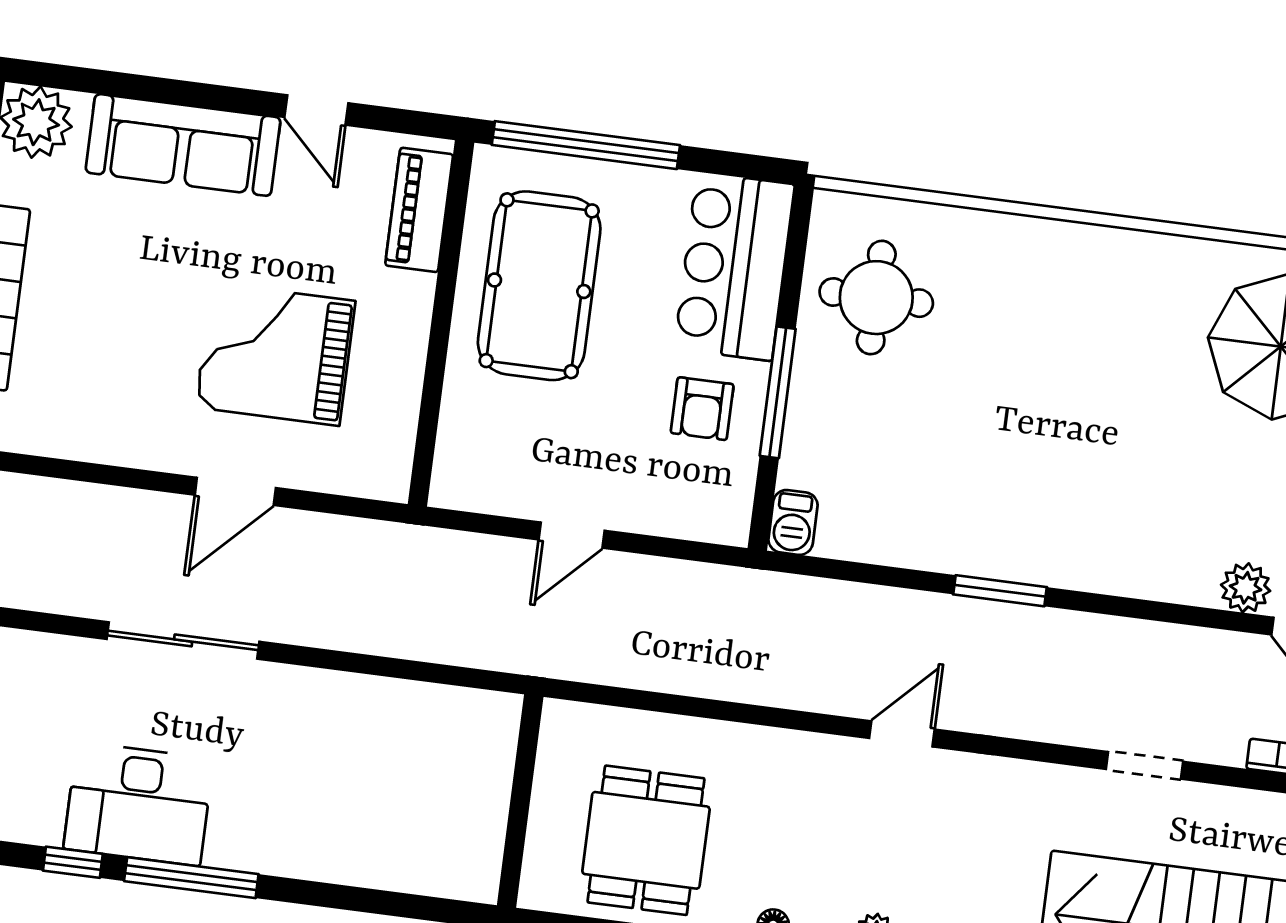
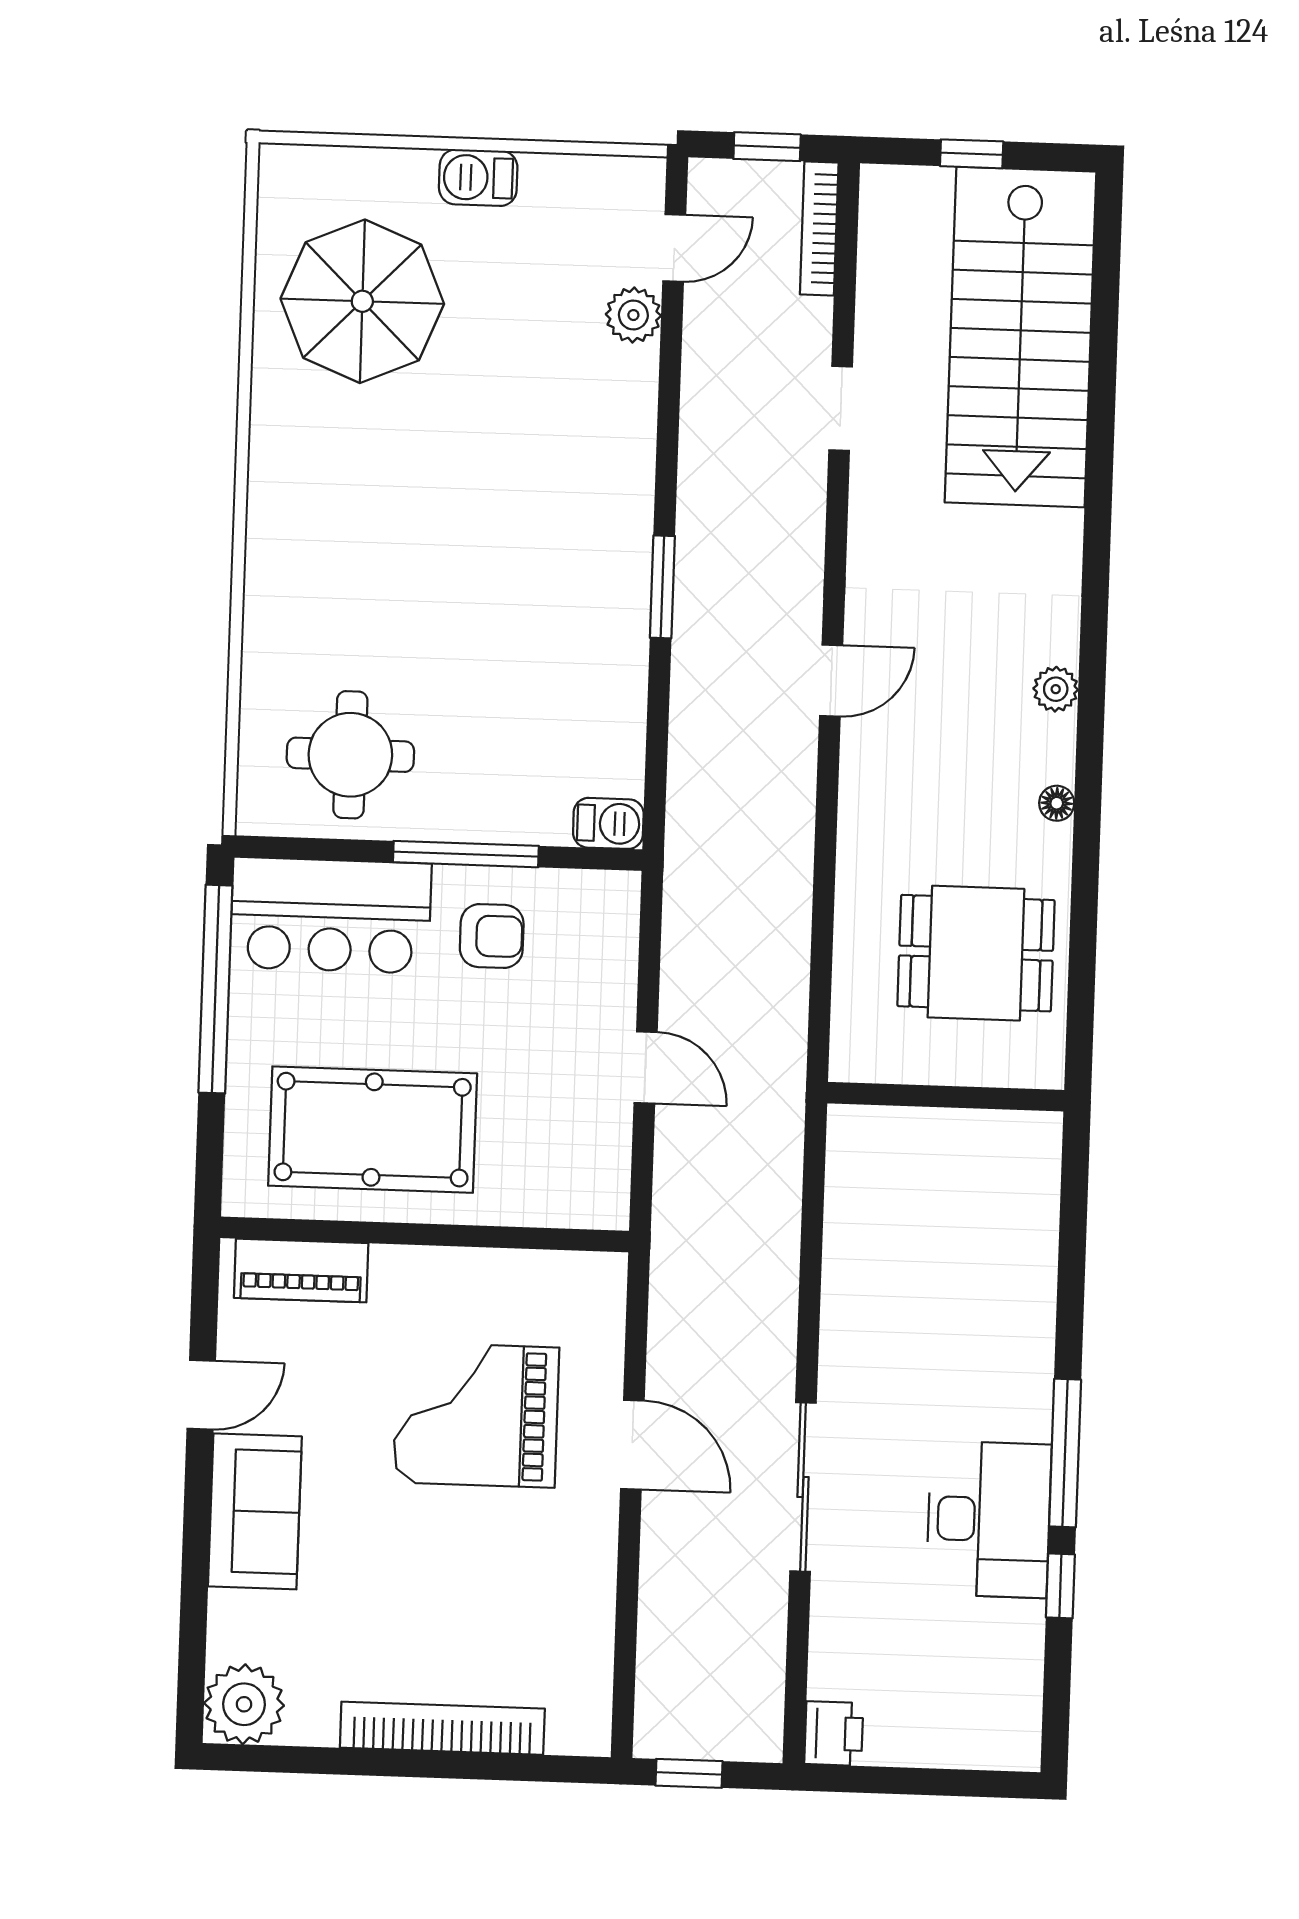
sofa: (183, 145) -> (255, 1511), width x0.73
window: (586, 145) -> (215, 989), moved
grand piano: (275, 354) -> (476, 1415), turned 90
door: (902, 734) -> (831, 681), swing flipped

